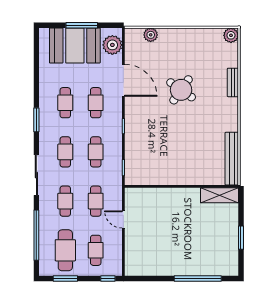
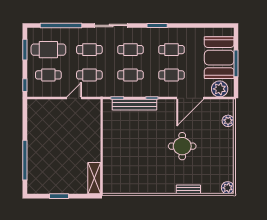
round table: (181, 90) -> (182, 146), turned -35
bench: (232, 159) -> (135, 105), moved

